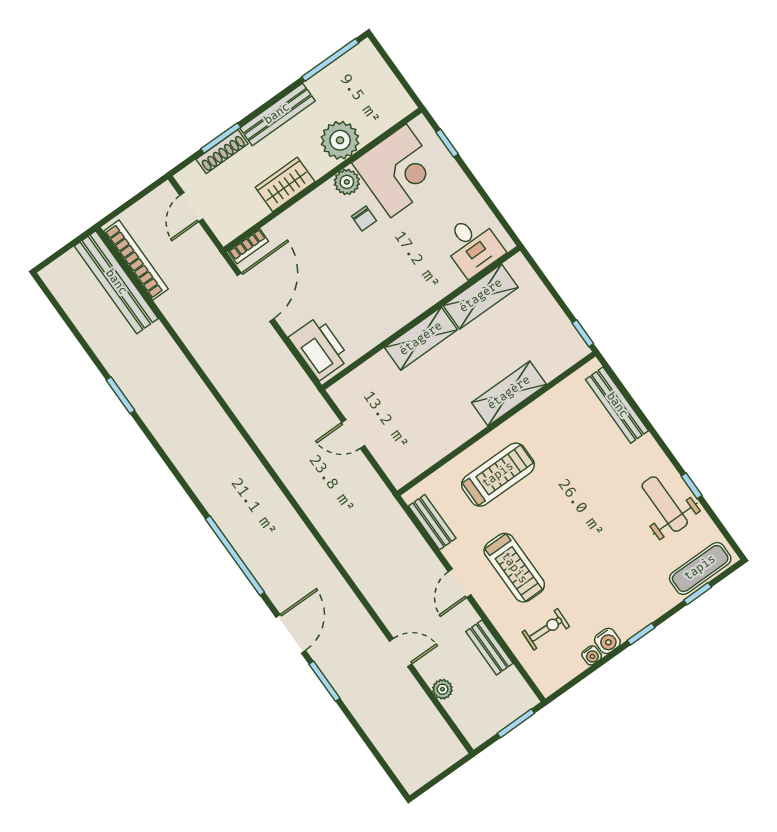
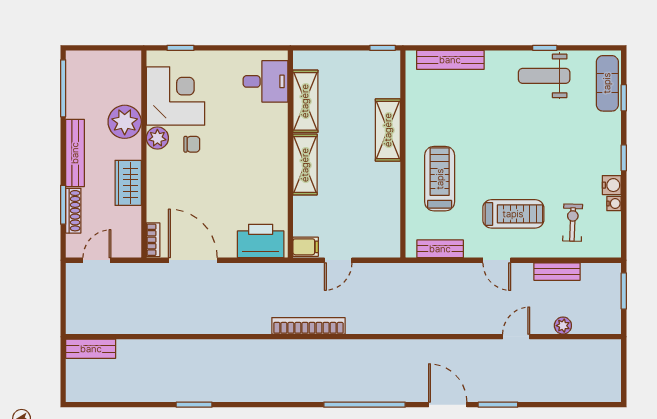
door: (191, 207) -> (97, 260), swing flipped
bookcase: (136, 260) -> (308, 326), moved
bench: (116, 282) -> (91, 349), width x0.54, depth x0.82
filing cabinet: (344, 394) -> (306, 247), added

